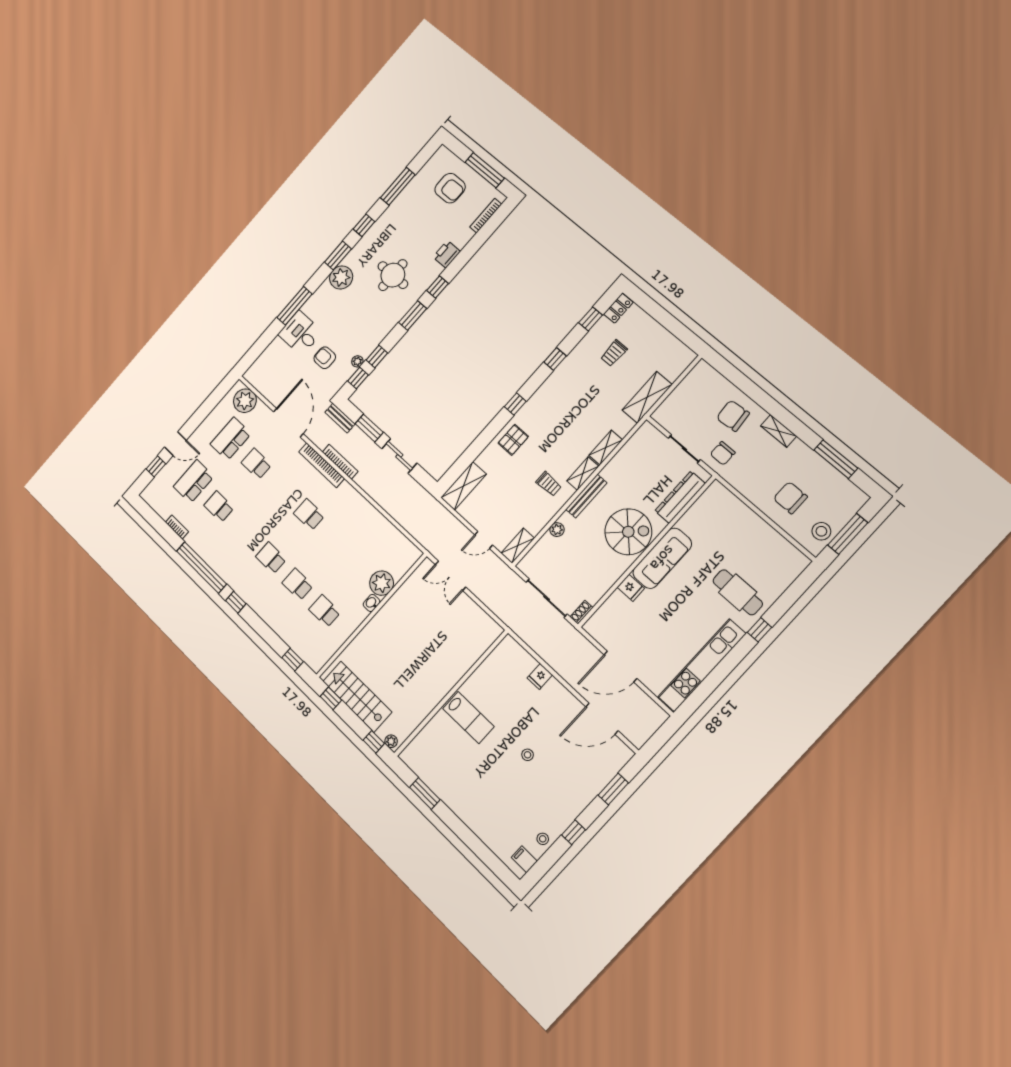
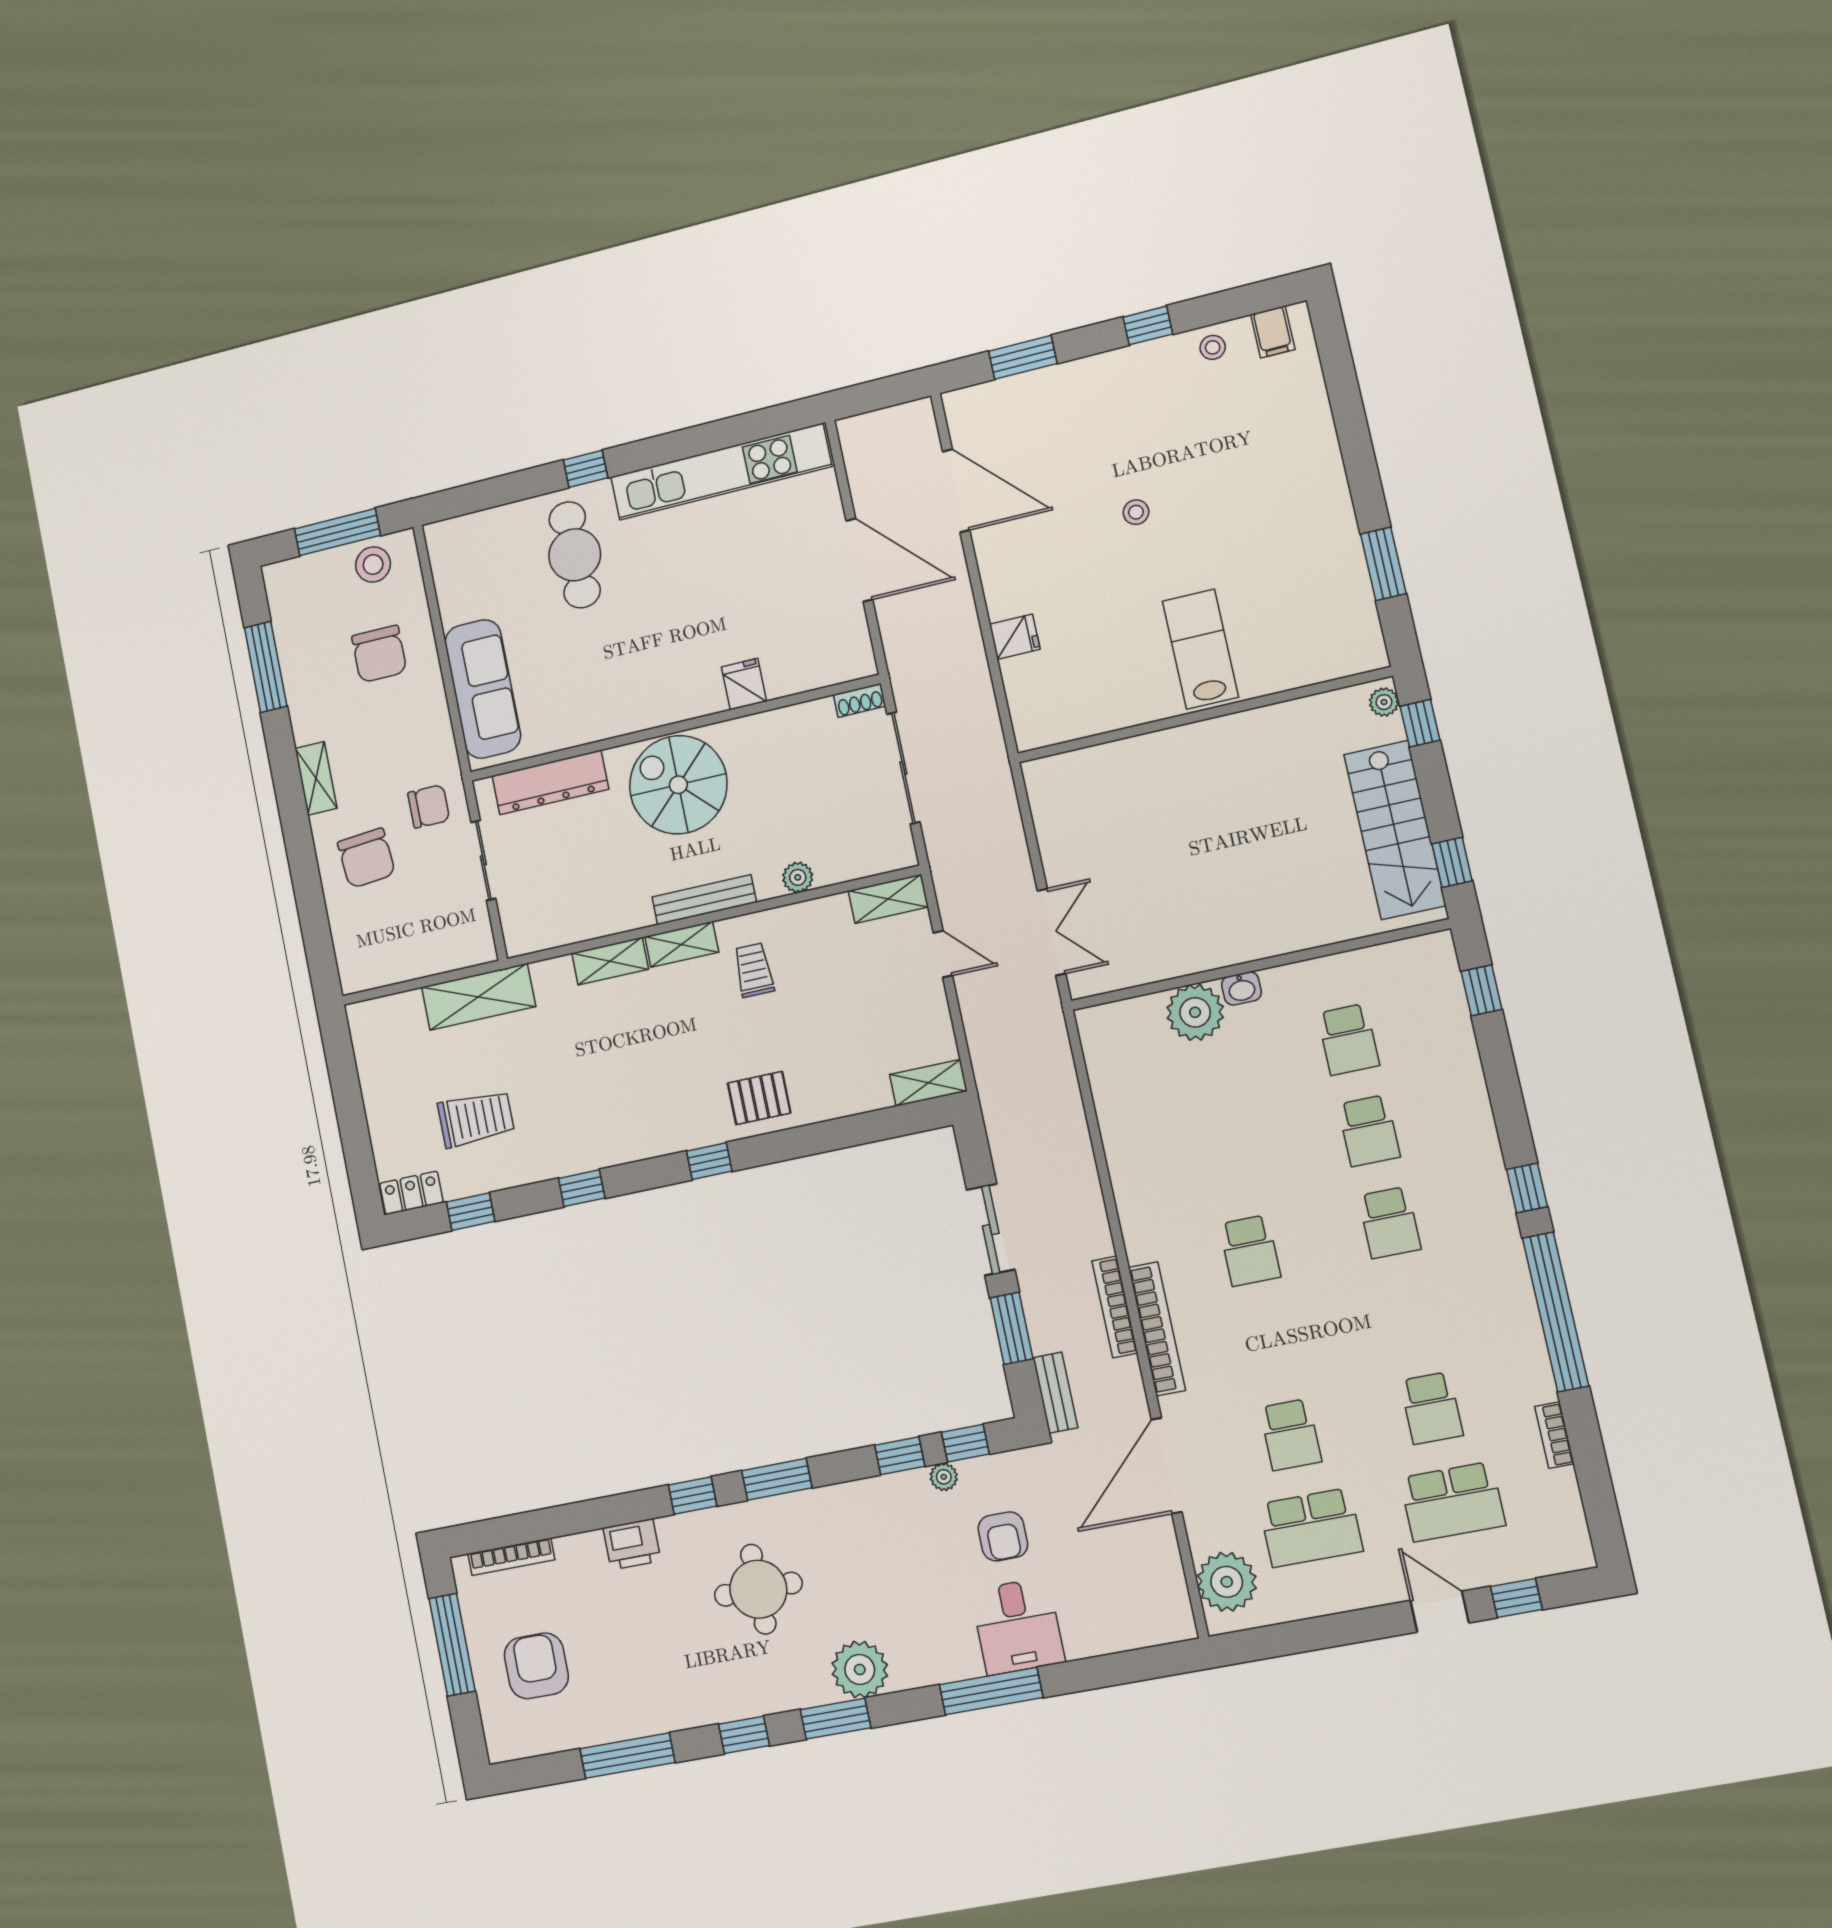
trolley: (614, 353) -> (476, 1119), width x1.36, depth x1.39
shelving: (464, 486) -> (928, 1083), width x0.67, depth x0.75
sofa: (662, 558) -> (483, 689), moved, turned 90

